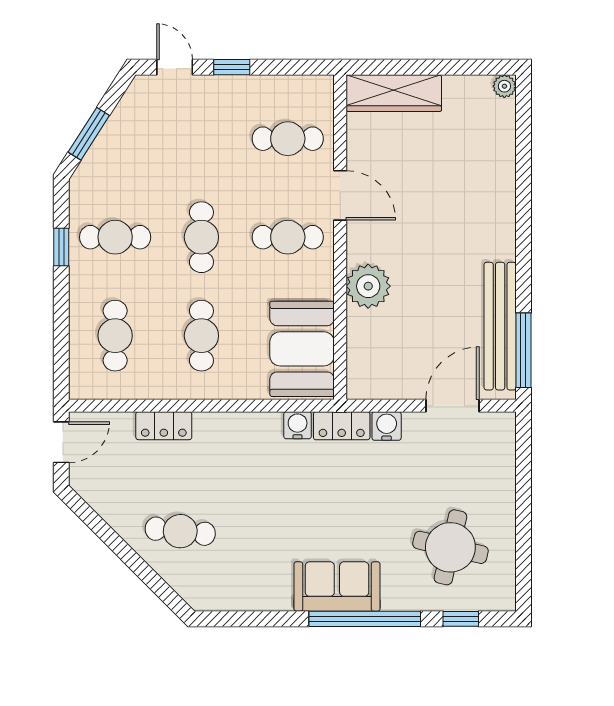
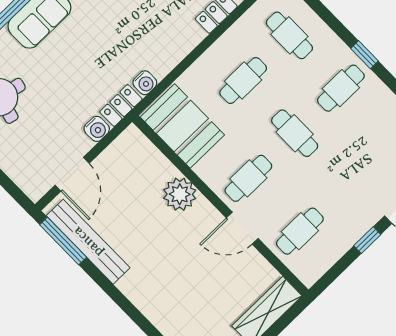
cafe table: (201, 336) -> (243, 80), turned 90

